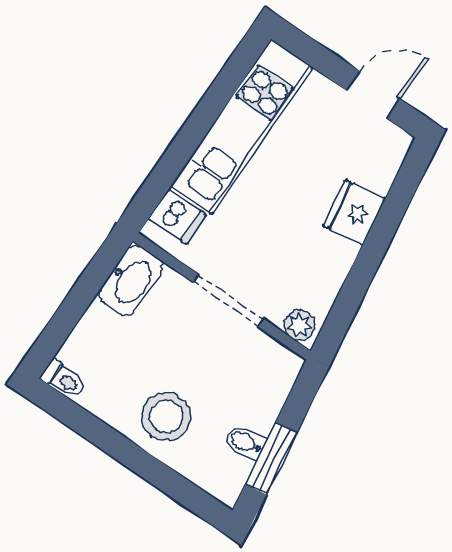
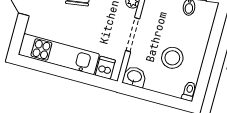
washbasin: (131, 280) -> (134, 77), width x0.72
stool: (166, 417) -> (172, 58), moved

